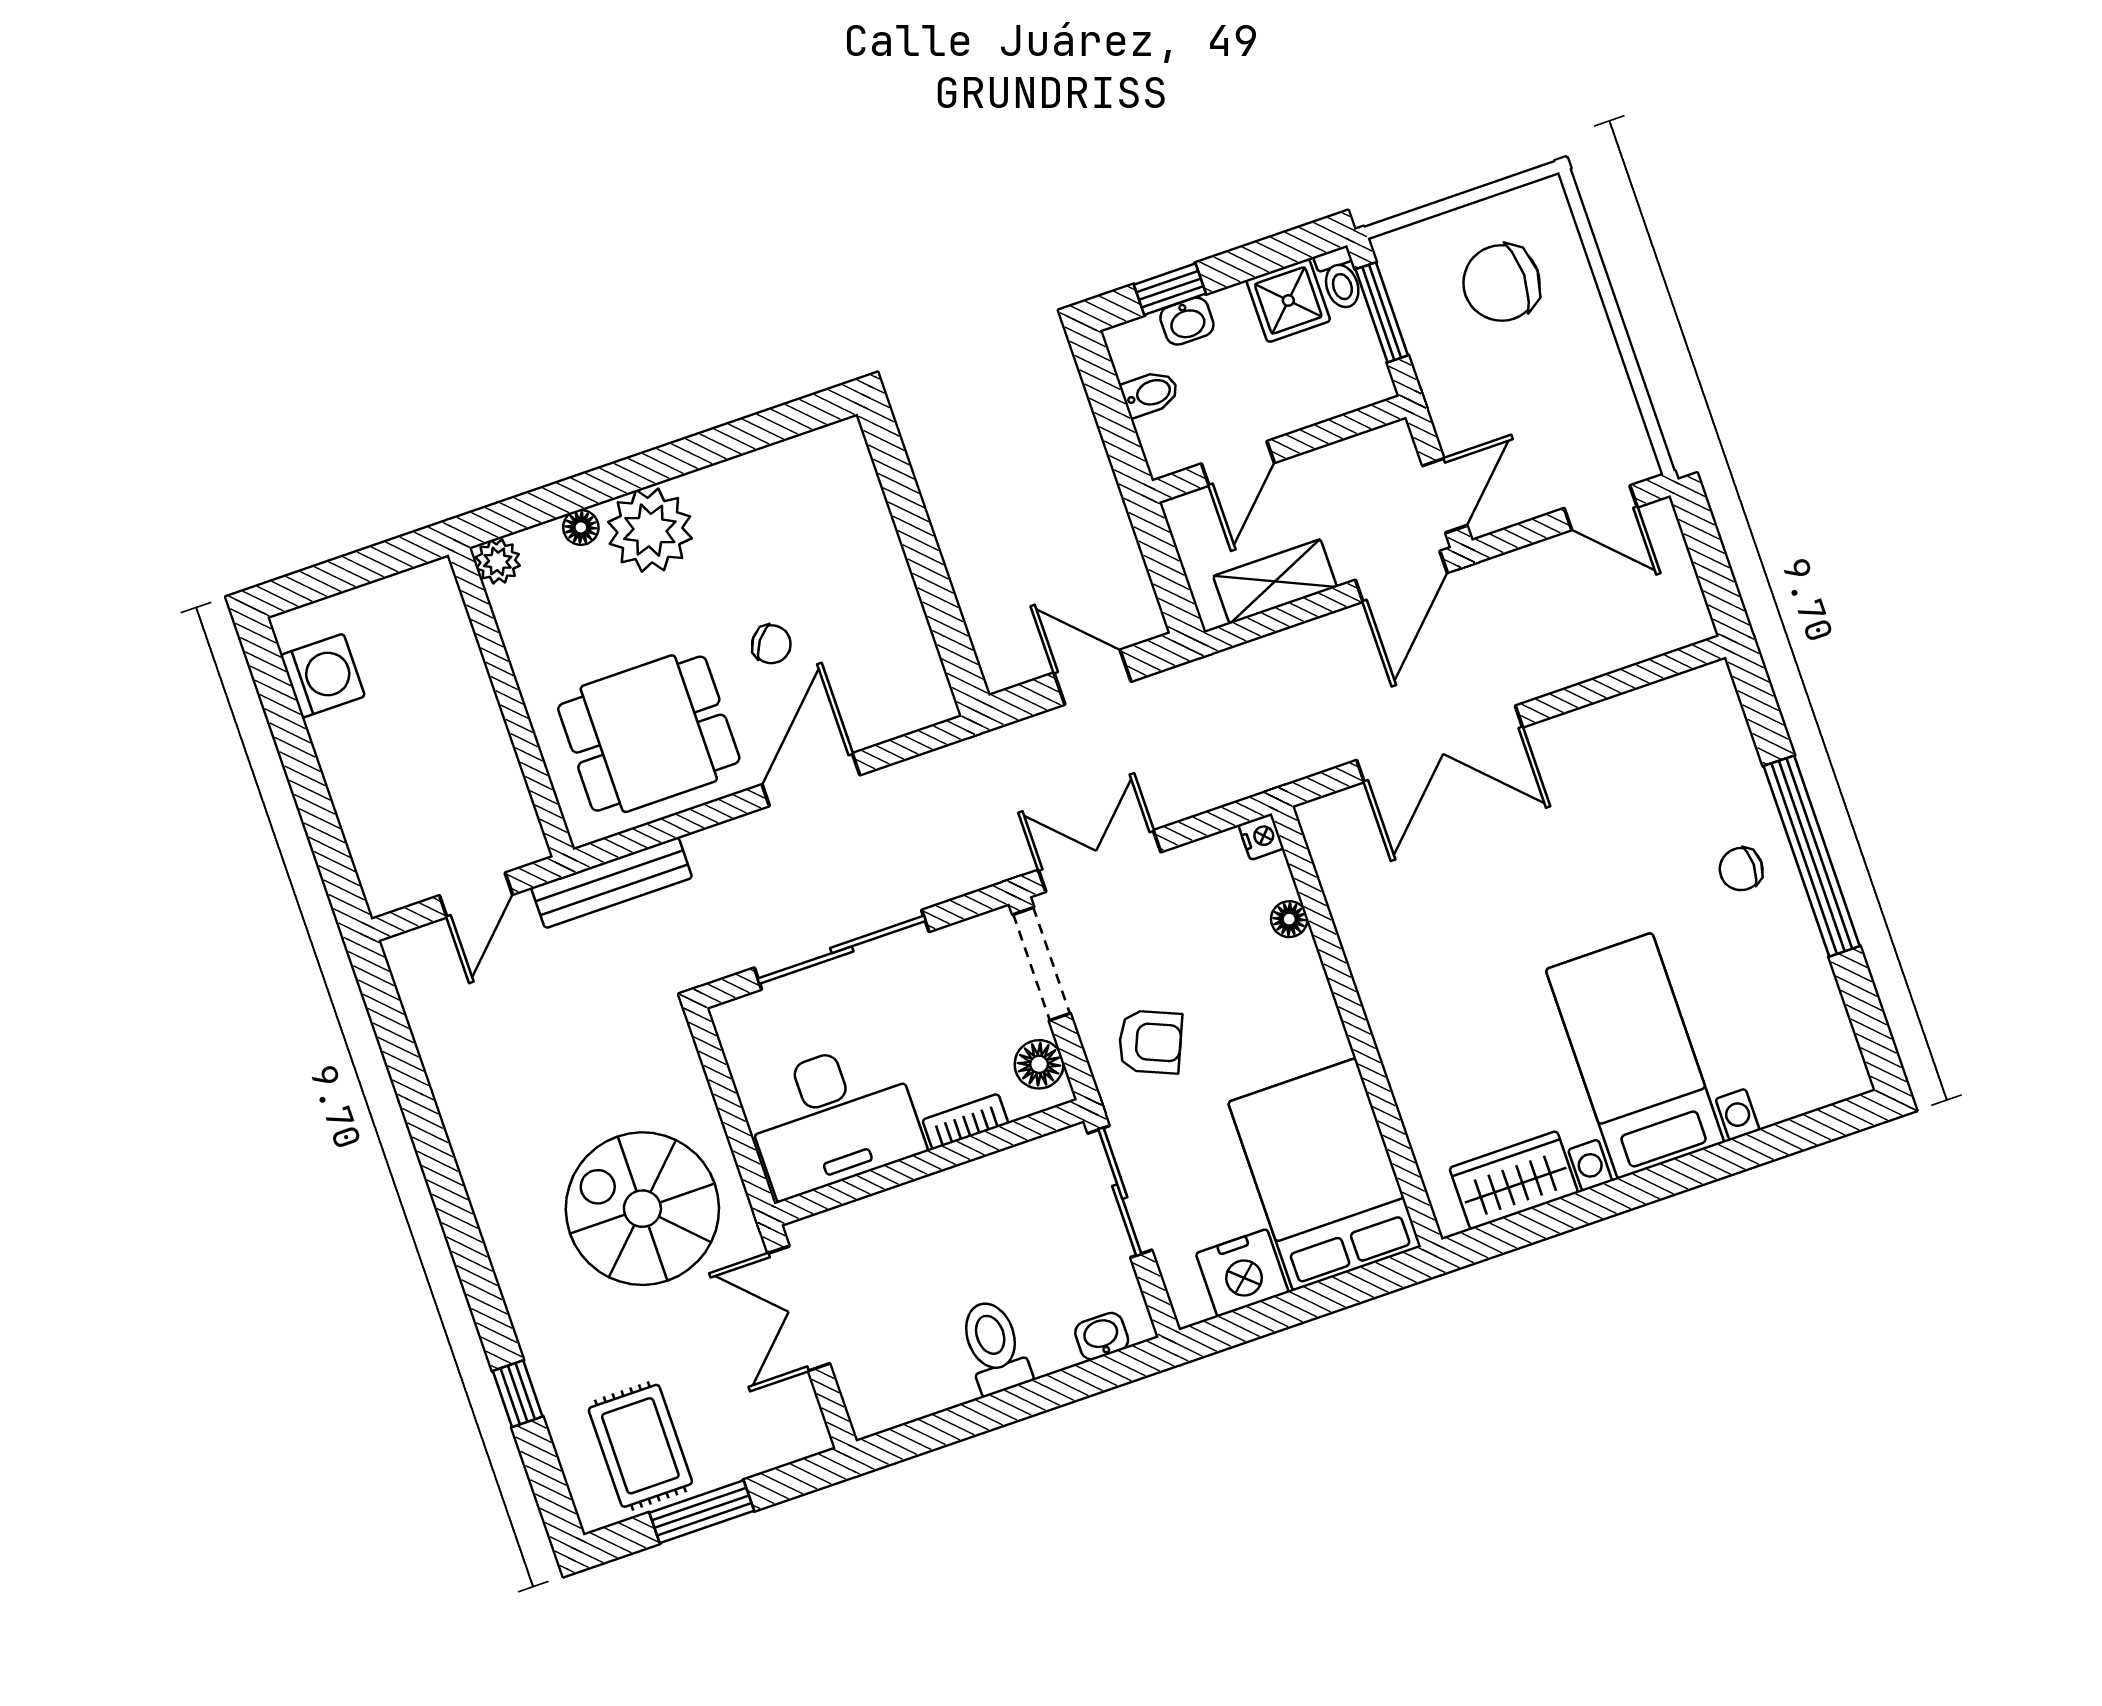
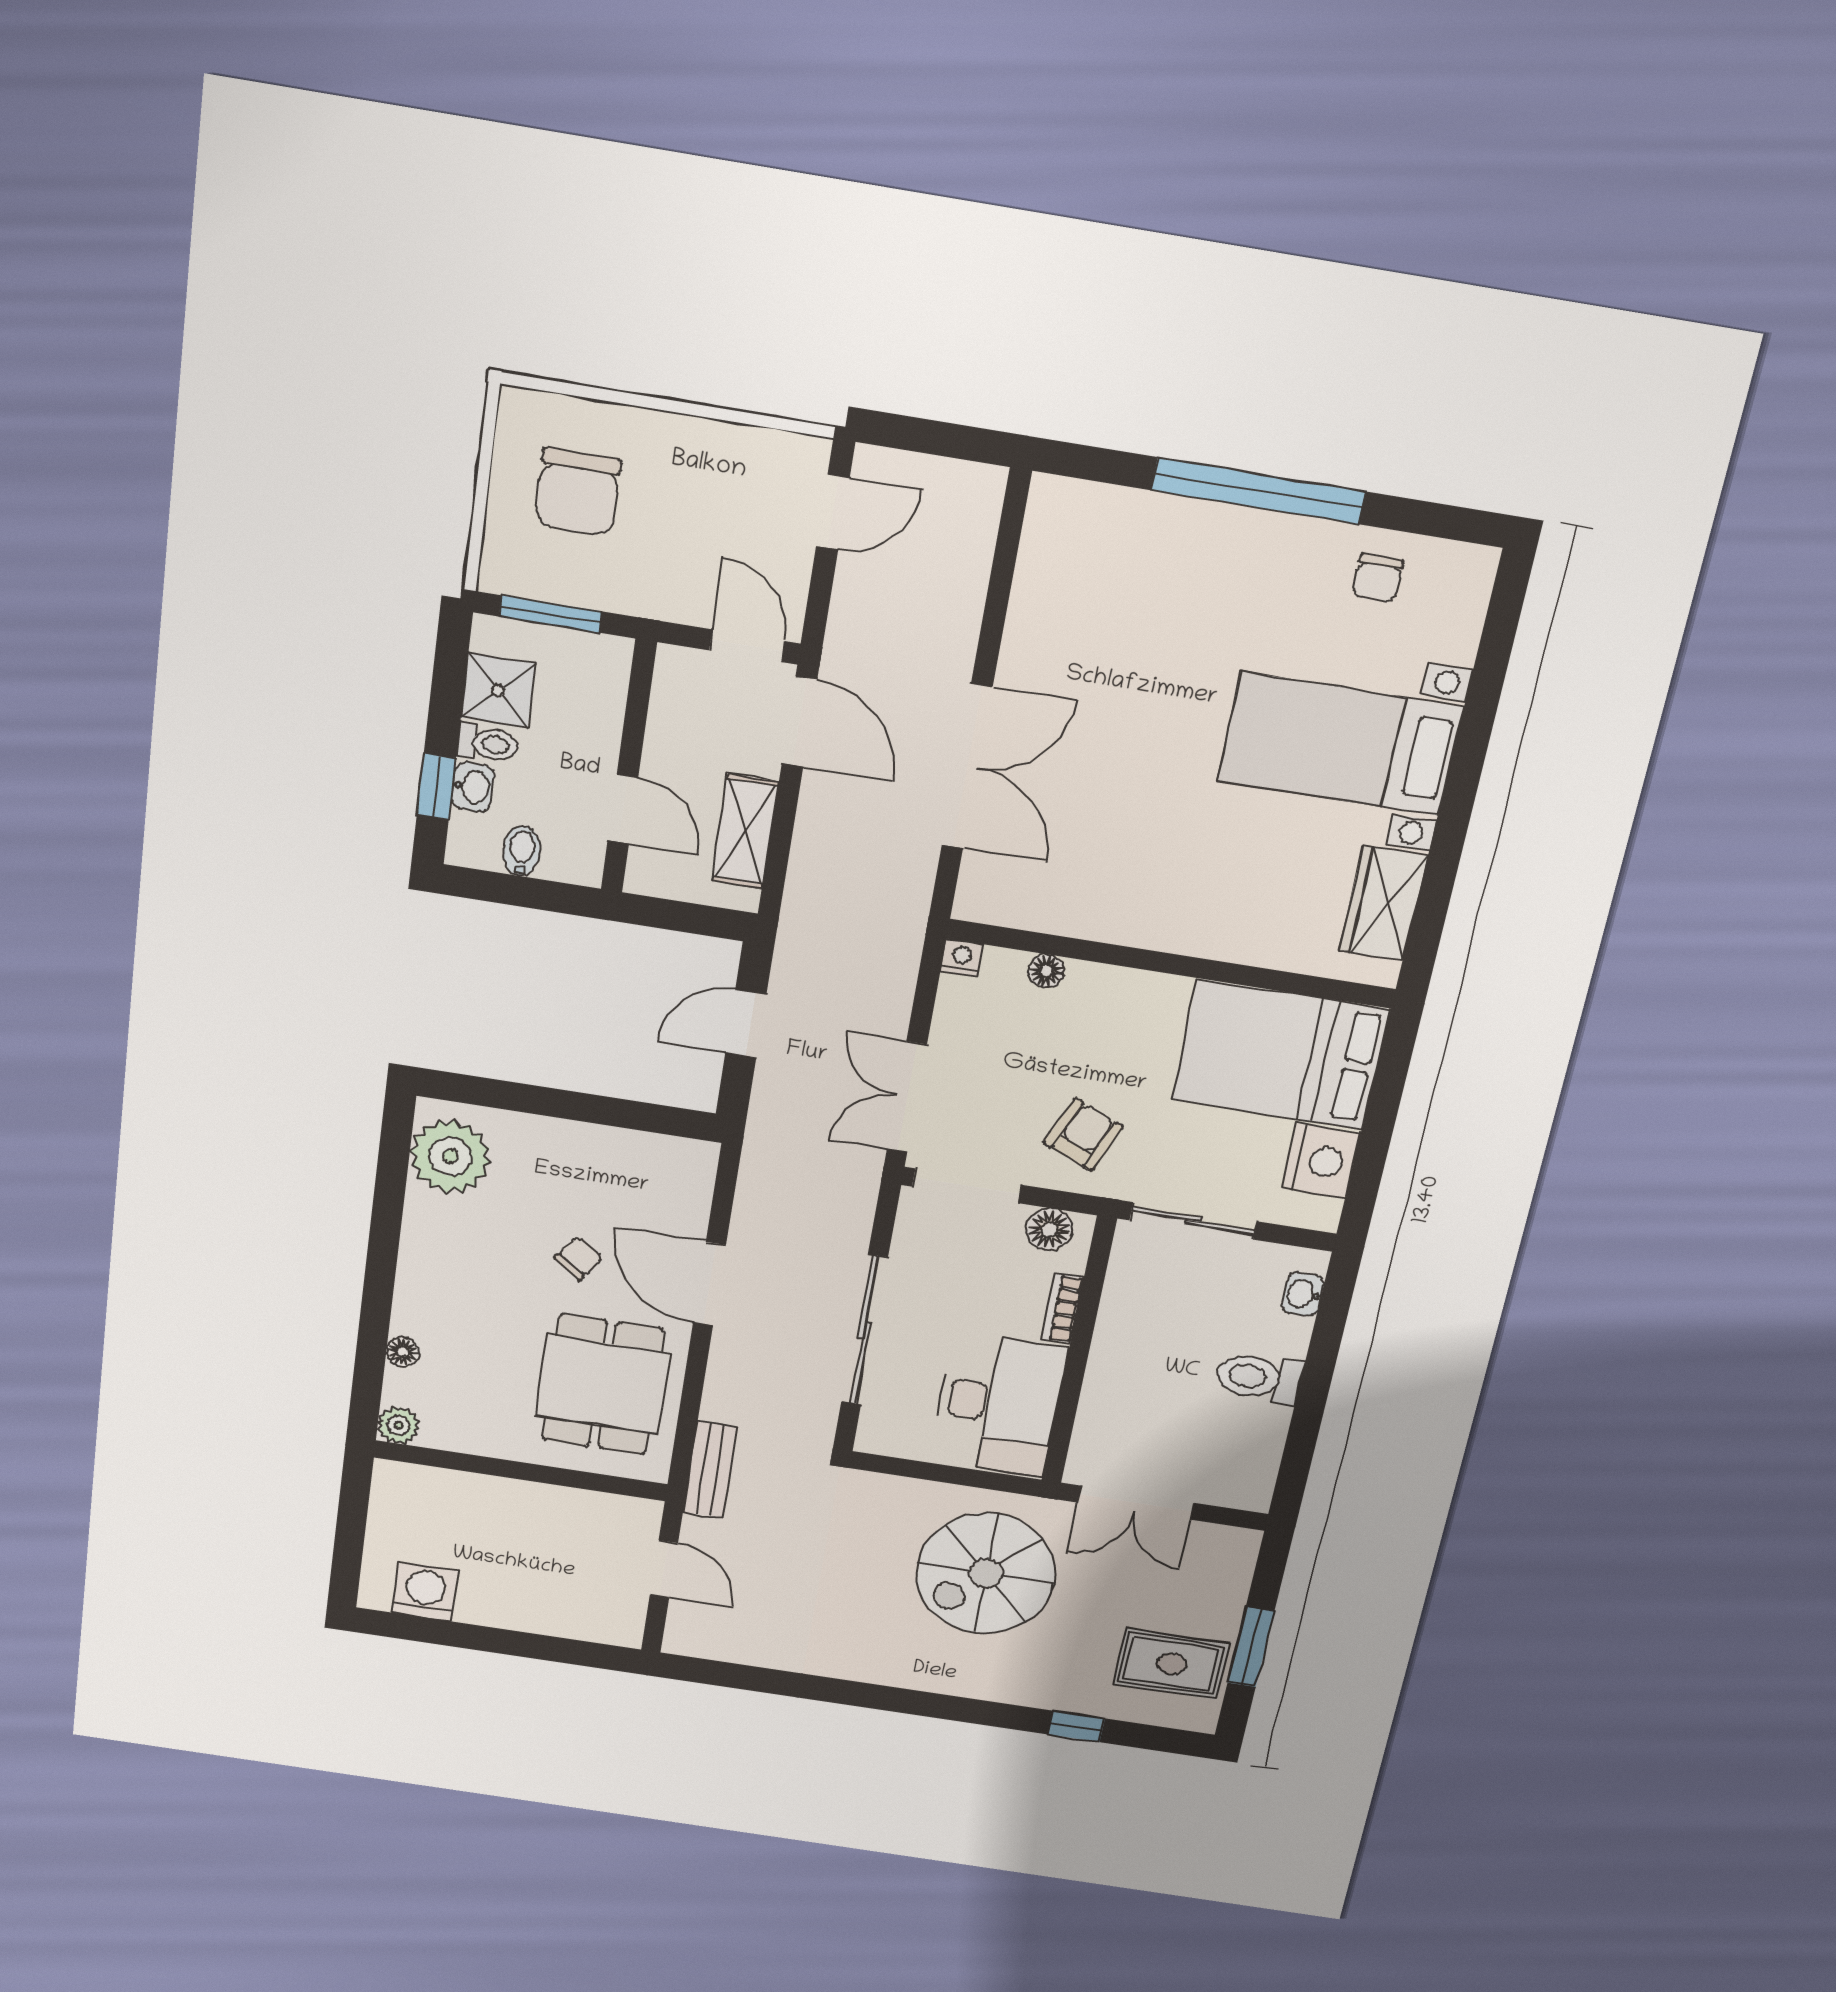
toilet: (1340, 279) -> (488, 744), moved
plant: (650, 530) -> (450, 1156), moved
chair: (1741, 869) -> (1378, 578), moved
bench: (612, 883) -> (710, 1470), width x0.73

